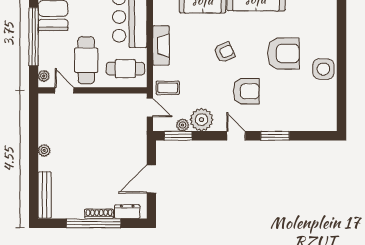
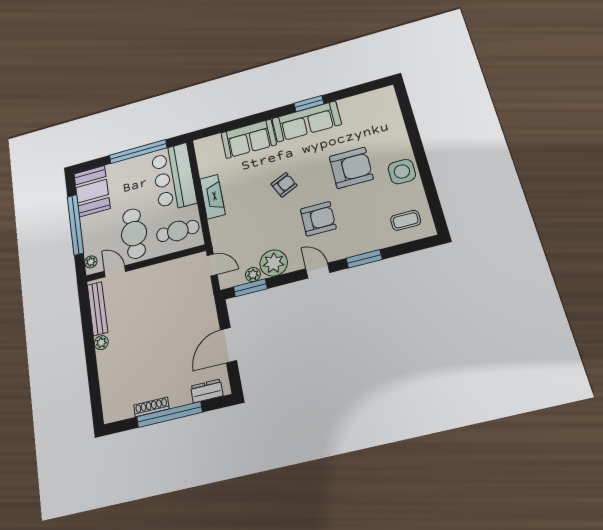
coffee table: (168, 88) -> (406, 220), moved
bench: (45, 195) -> (98, 309), moved
shoe rack: (99, 214) -> (151, 407), moved

